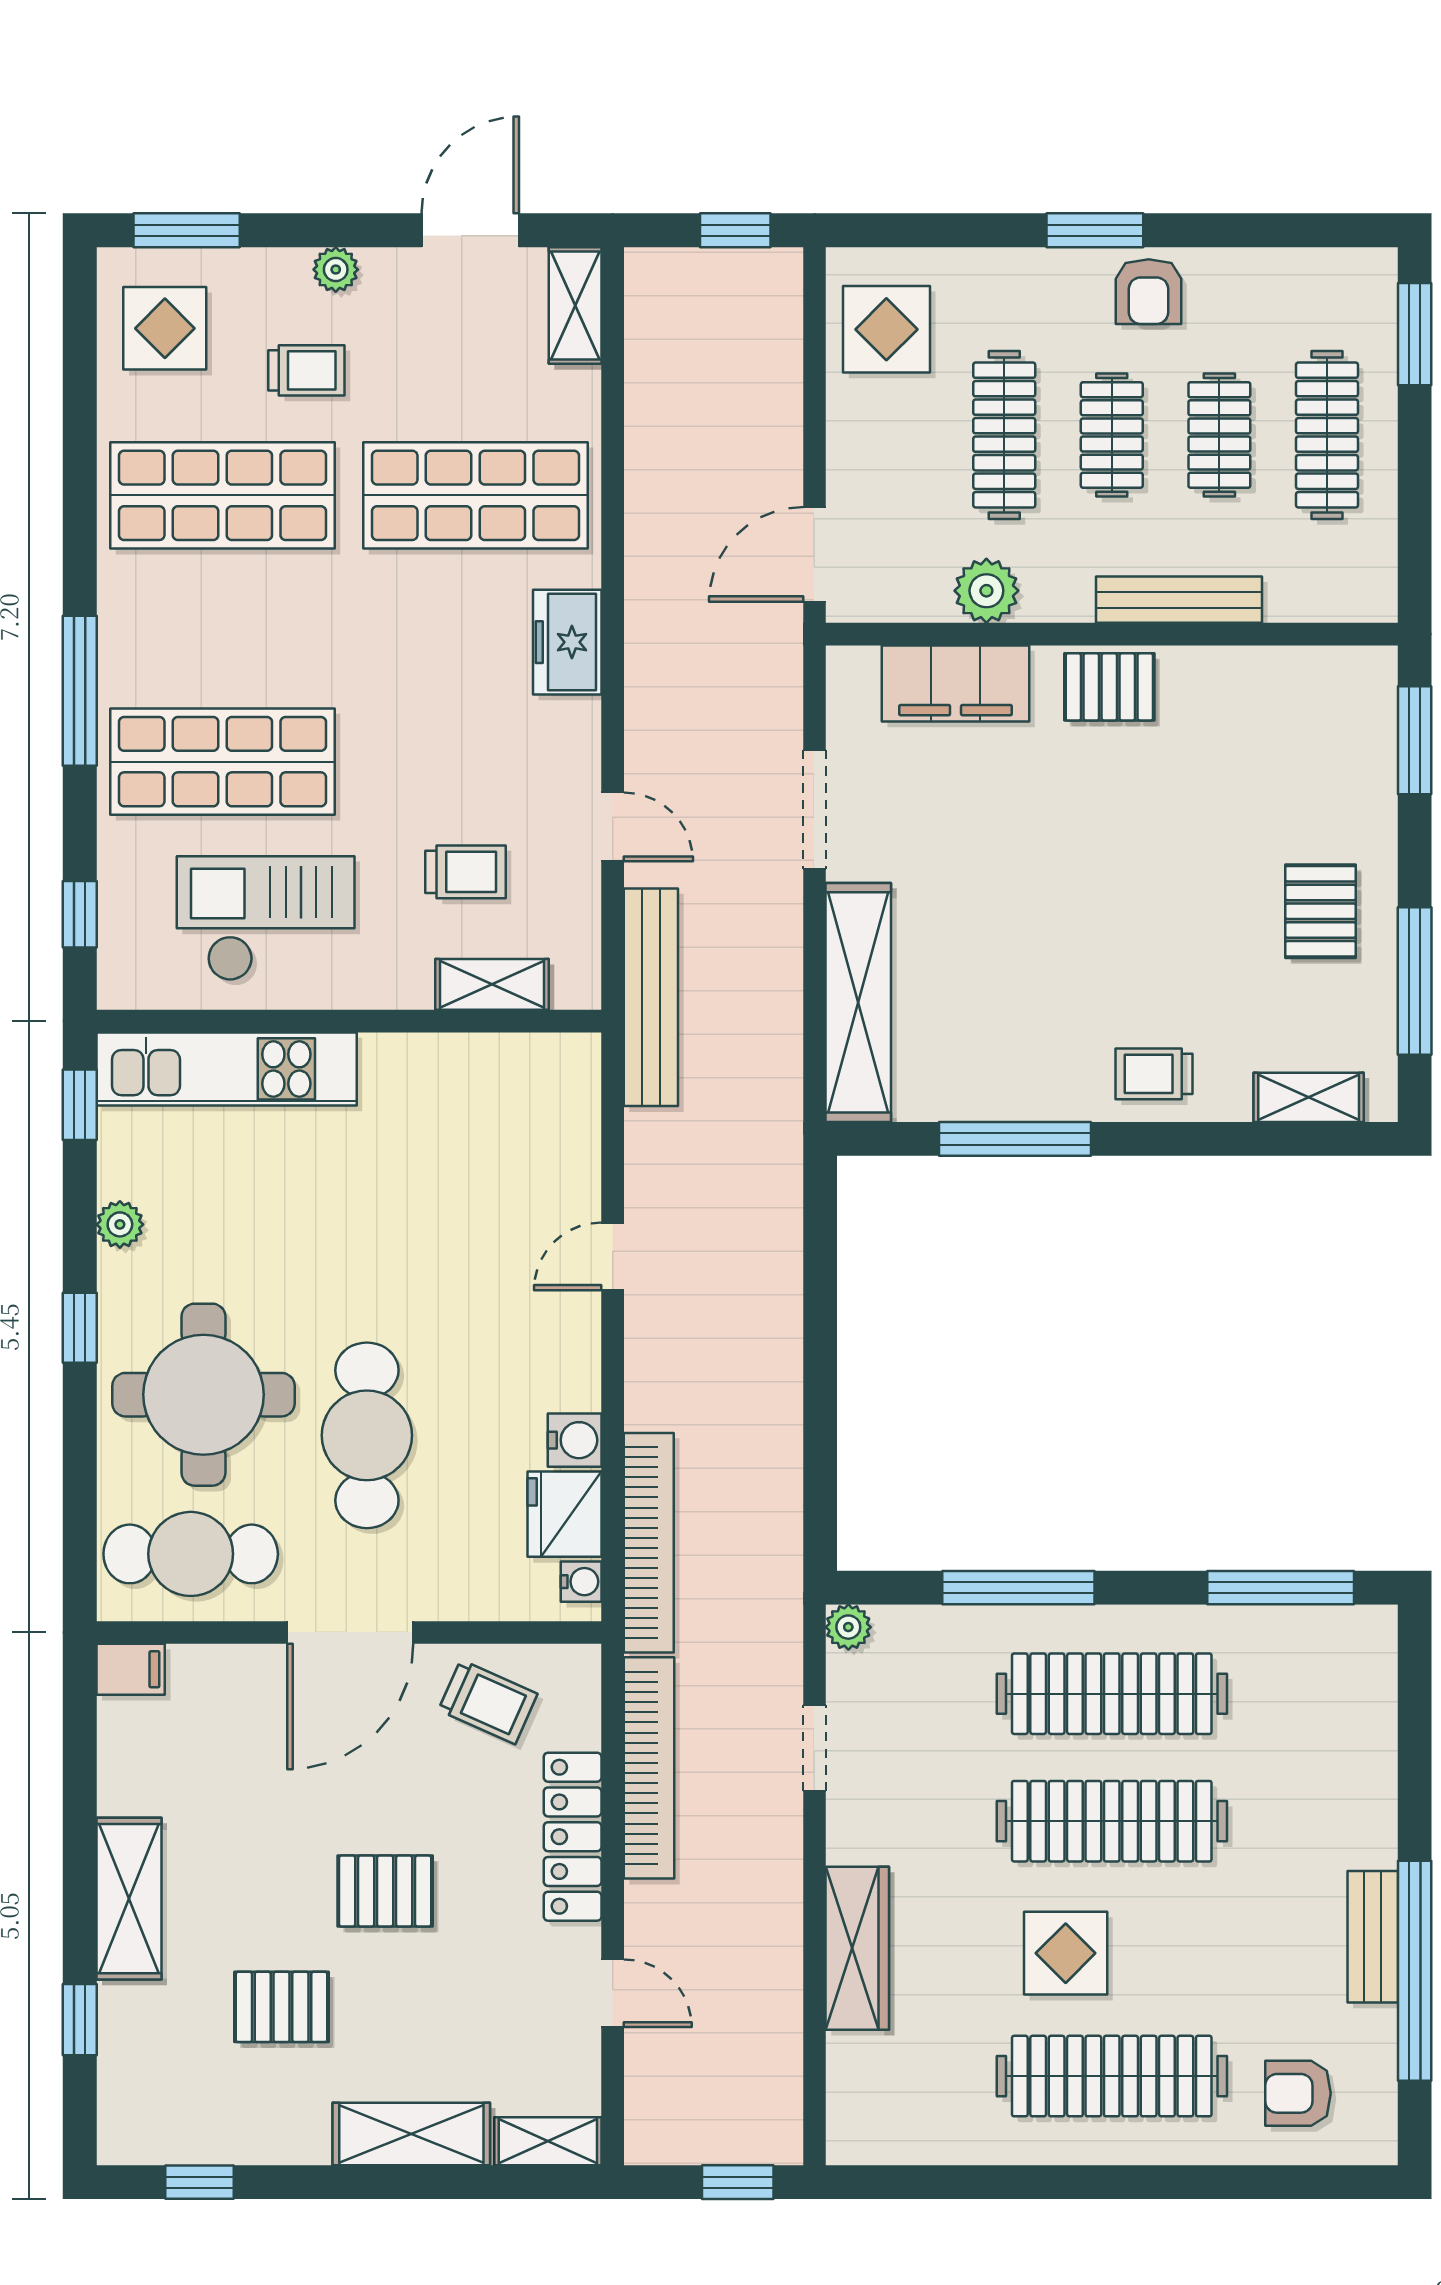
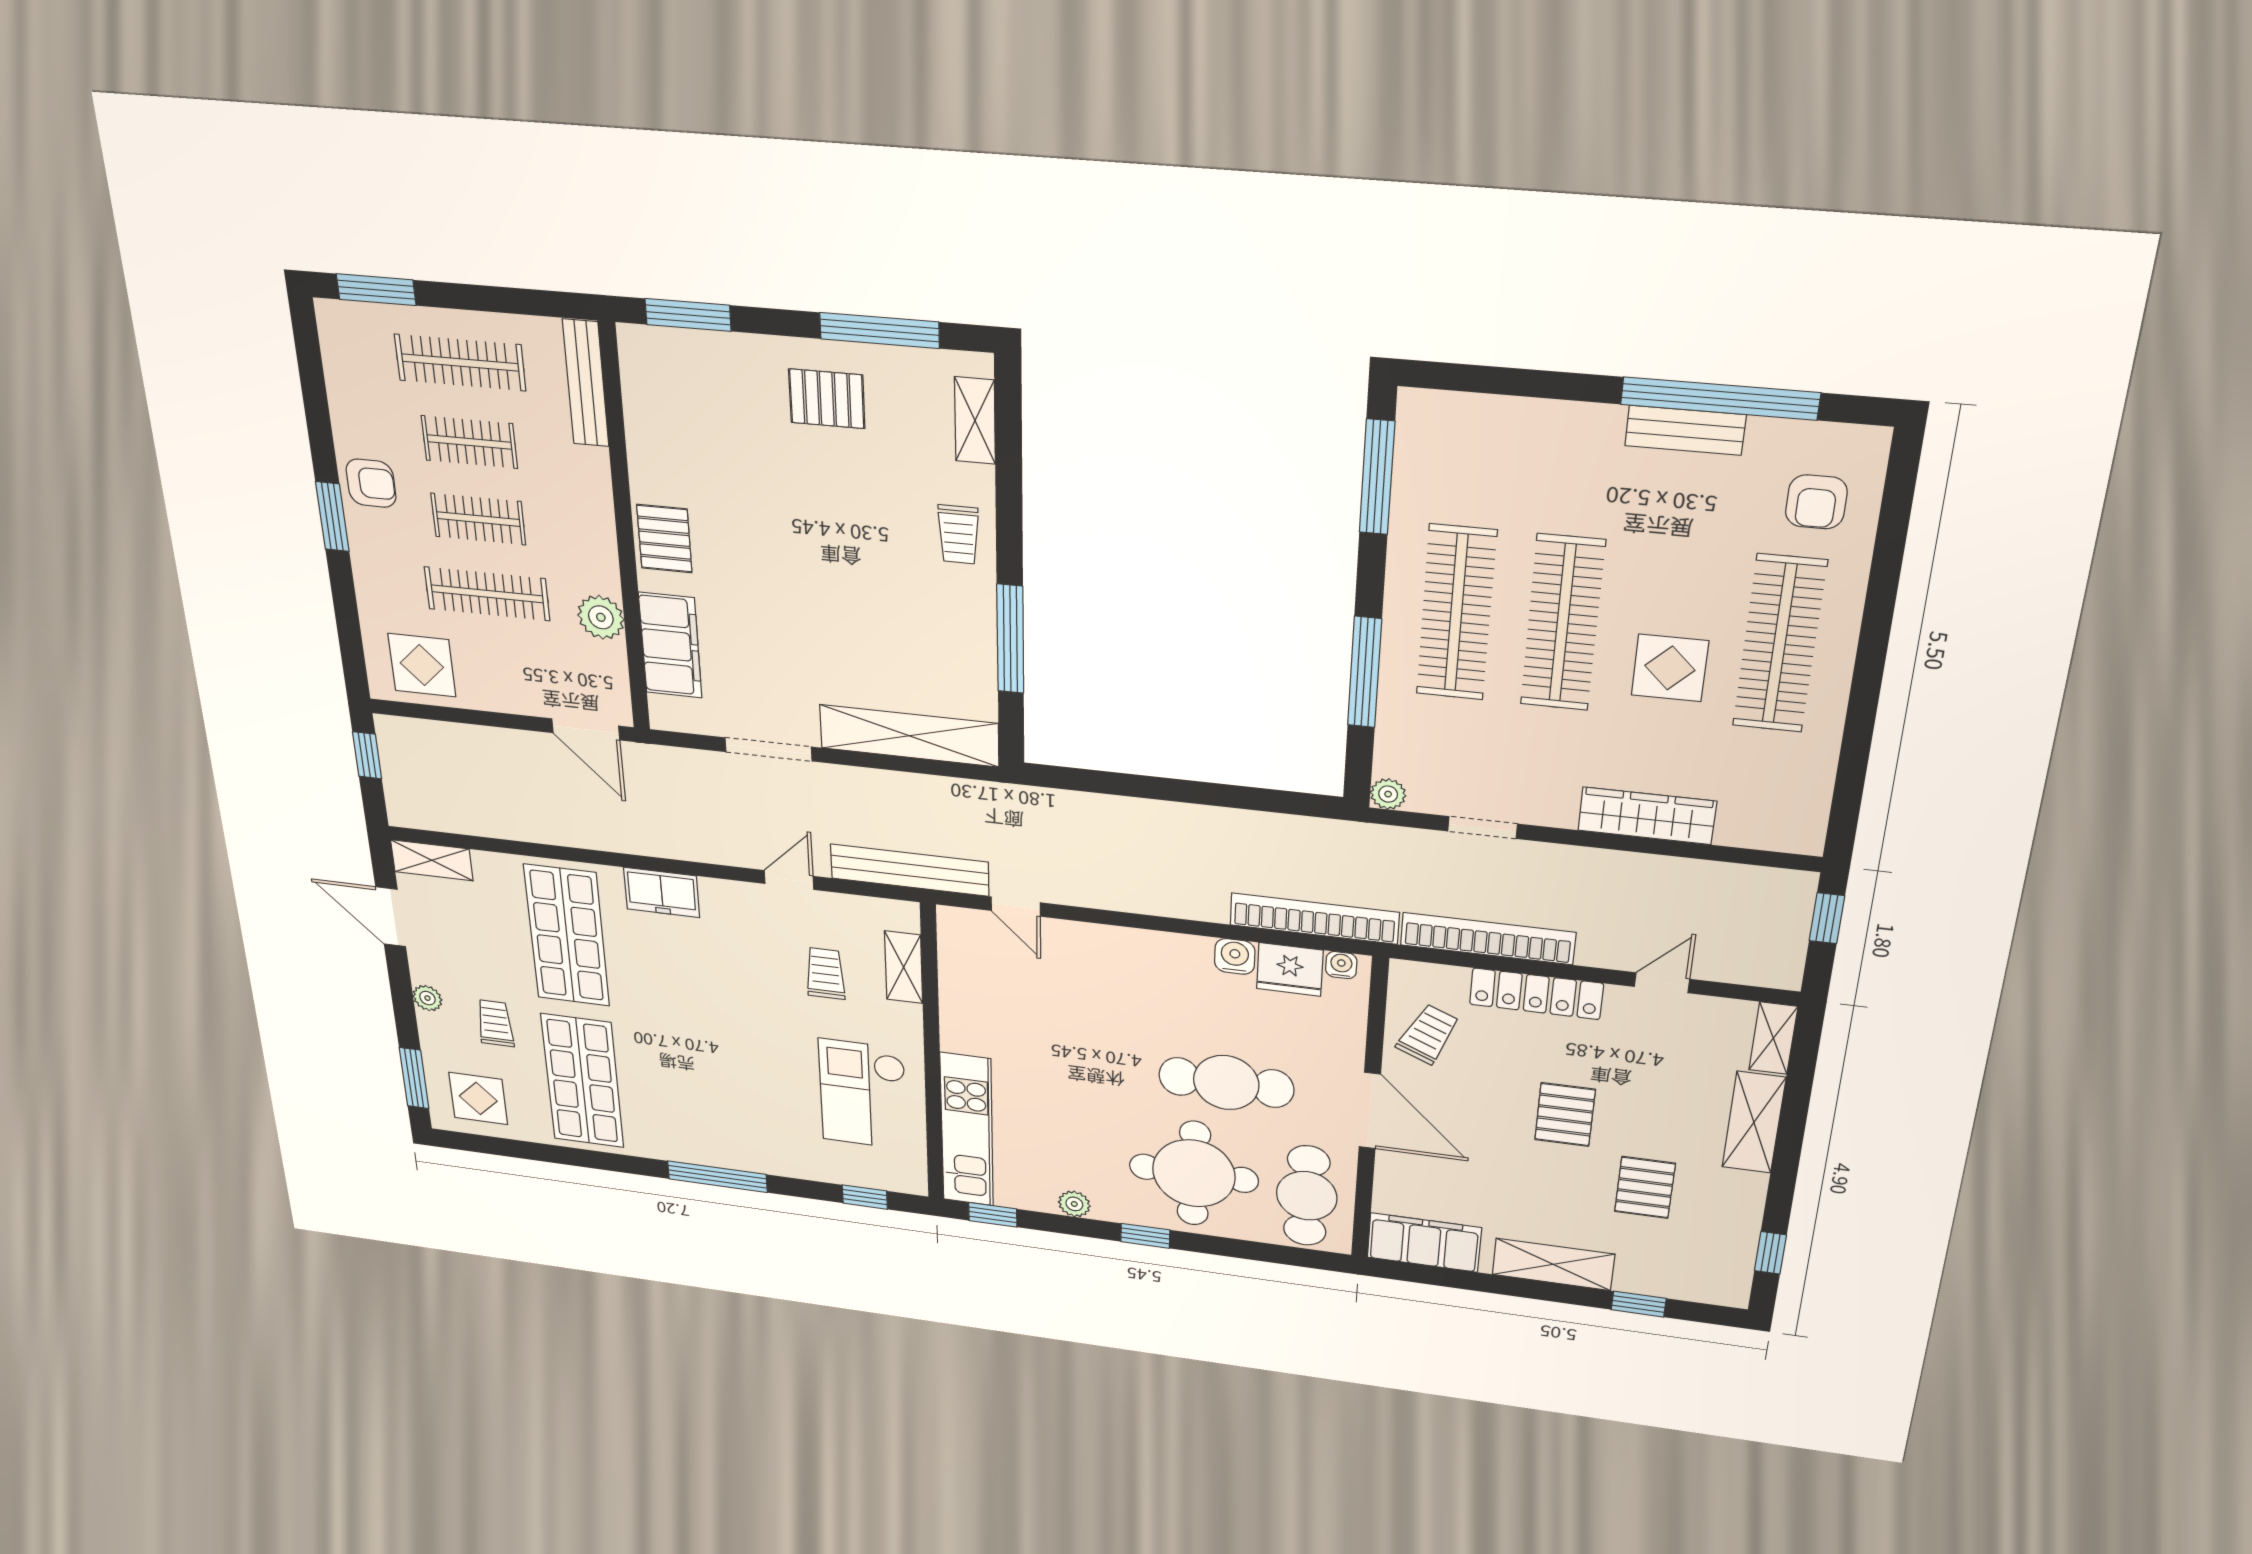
bench: (1179, 600) -> (586, 383), moved
shop shelf: (222, 762) -> (758, 1105), removed
door: (613, 1256) -> (1016, 907), moved
filing cabinet: (131, 1669) -> (1424, 1243), width x3.00, depth x1.17

